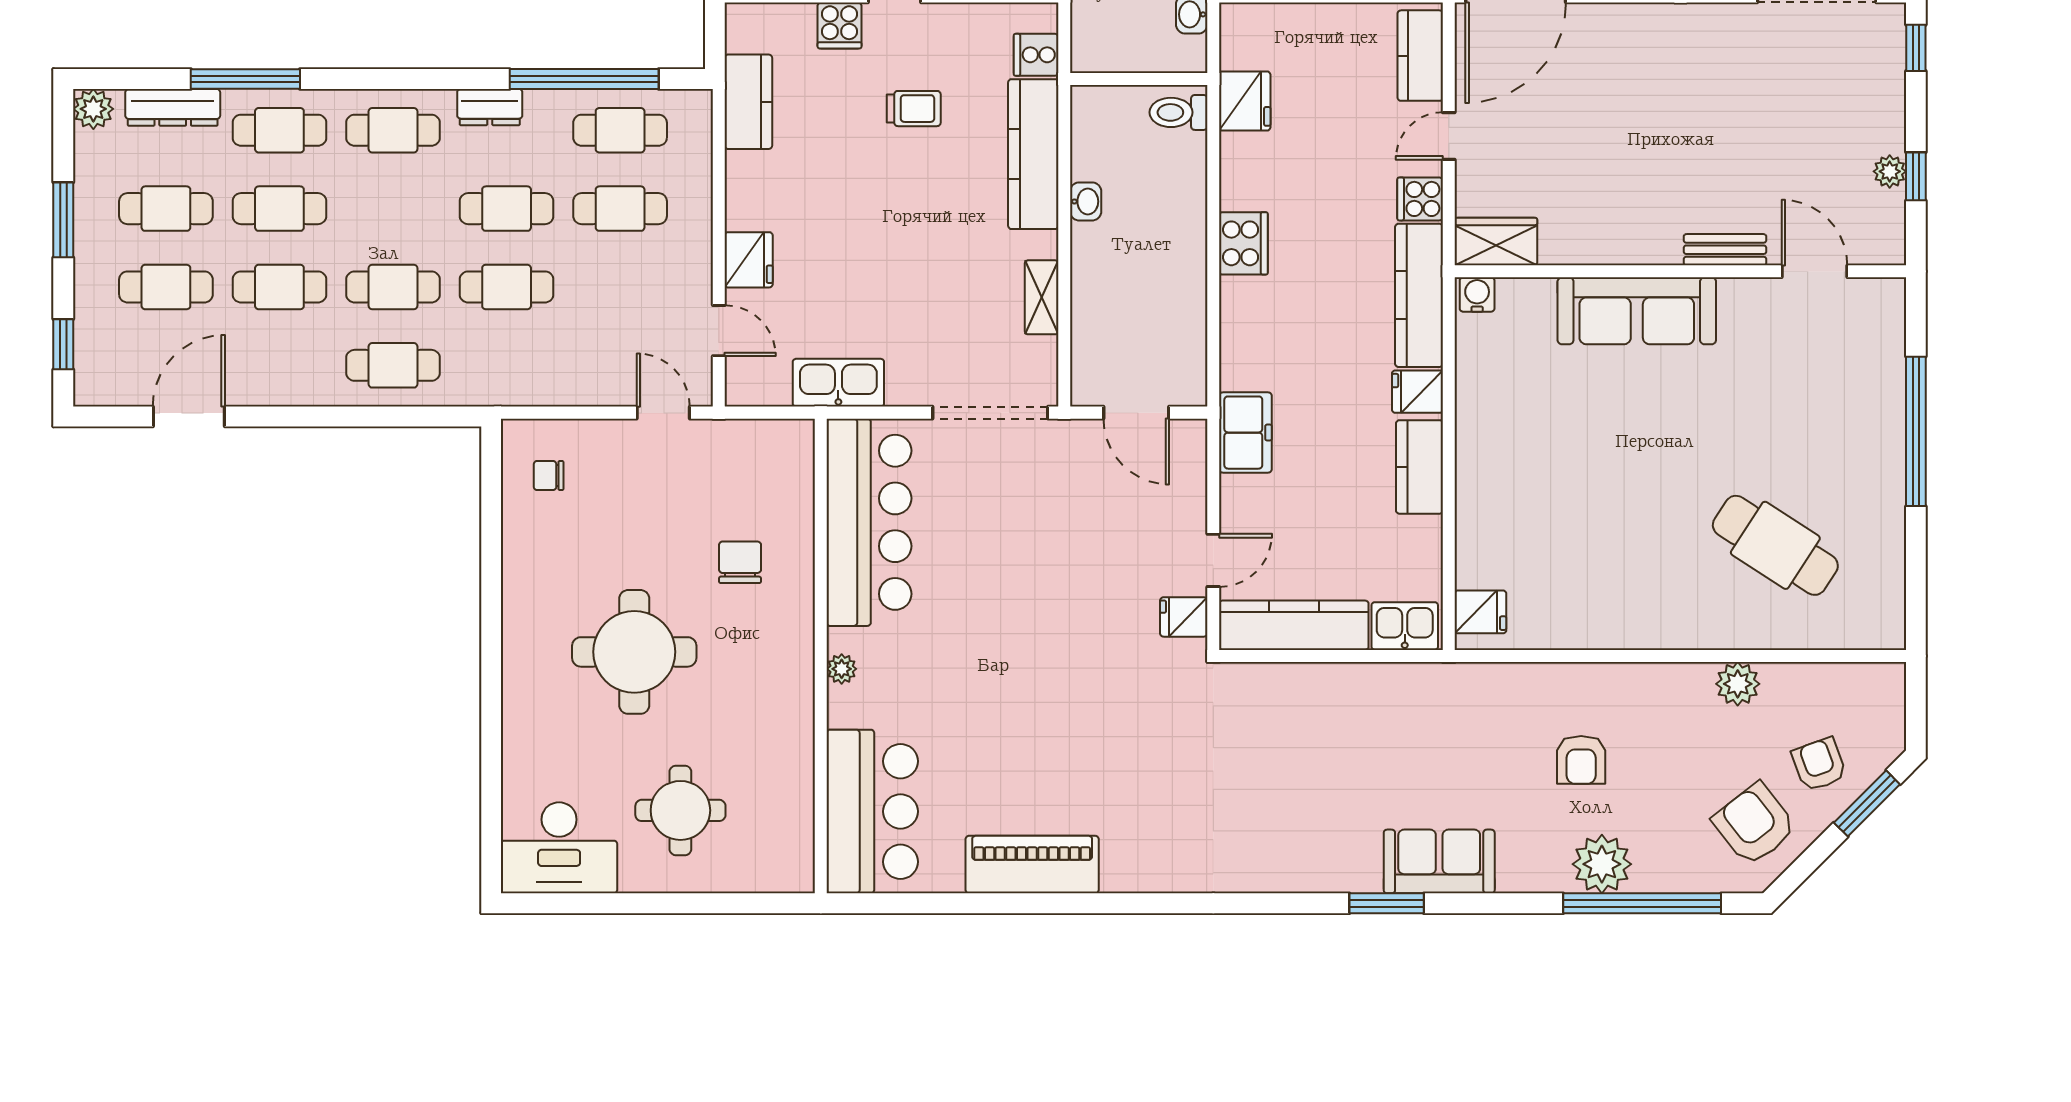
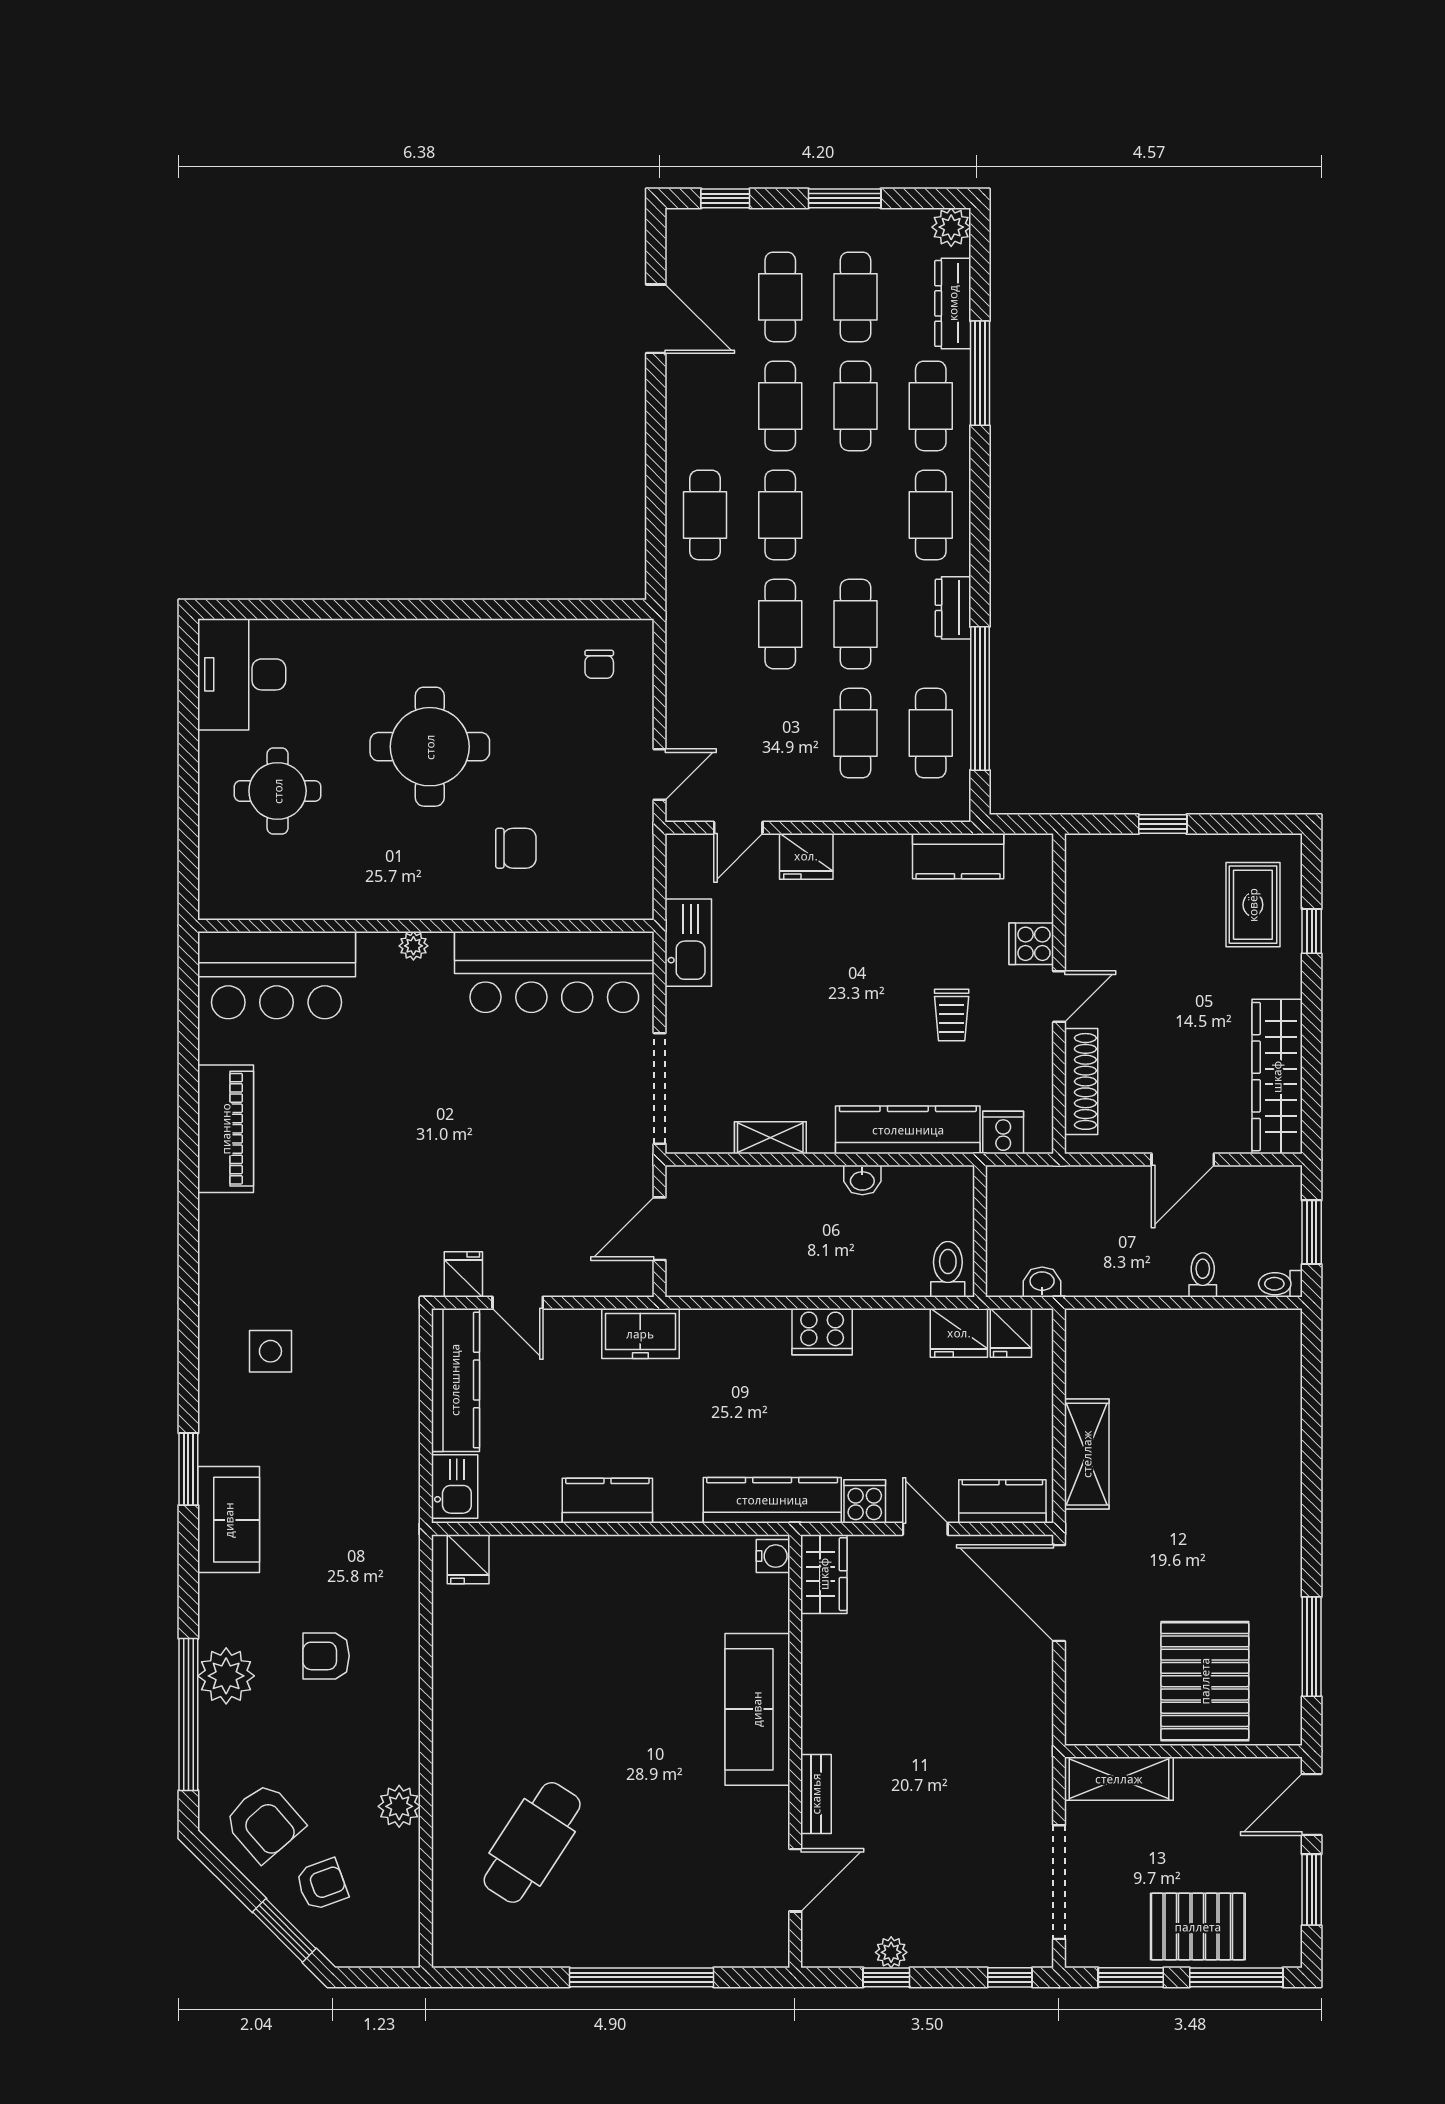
fridge: (1418, 392) -> (1011, 1333), moved, turned 180
chair: (549, 476) -> (599, 664), turned 180
side table: (1264, 818) -> (270, 1351), added
armchair: (1754, 824) -> (264, 1822), turned 87

